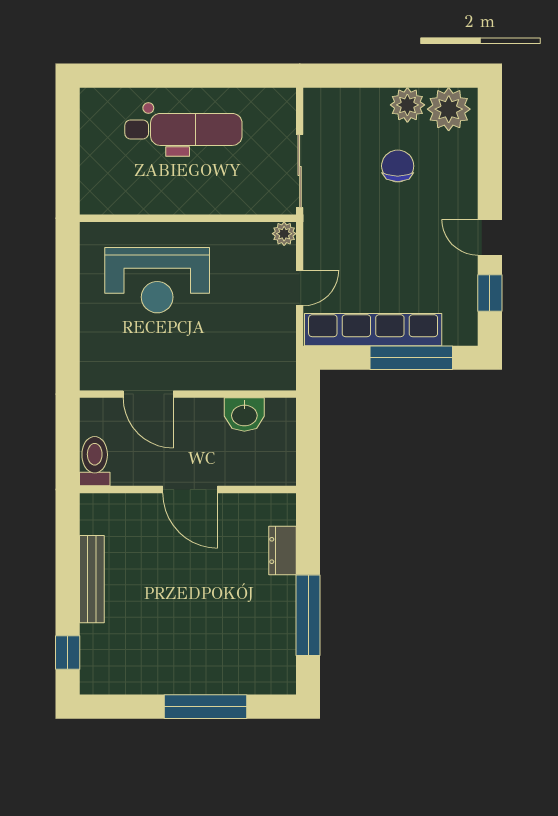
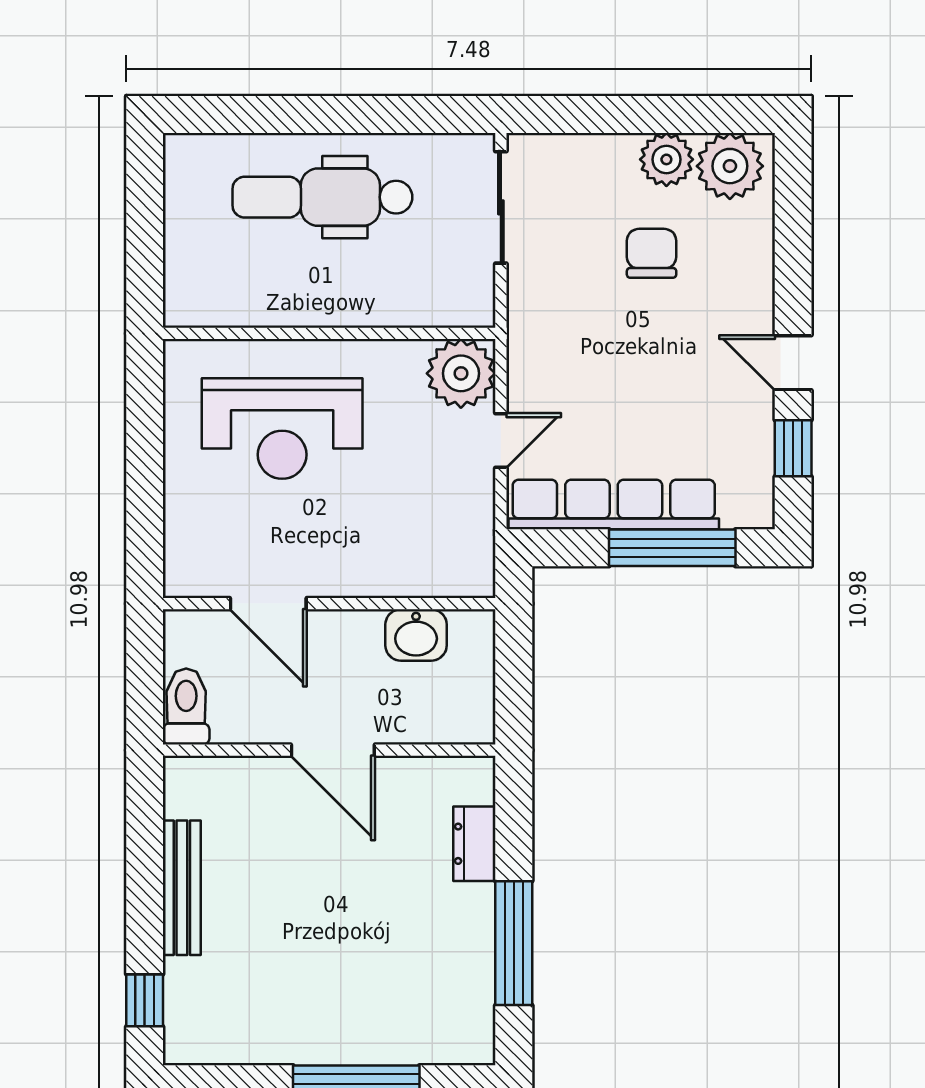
dental chair: (183, 129) -> (322, 197), turned 180
sliding door: (300, 171) -> (501, 207), moved
plant: (284, 234) -> (461, 373), width x1.88, depth x1.88

